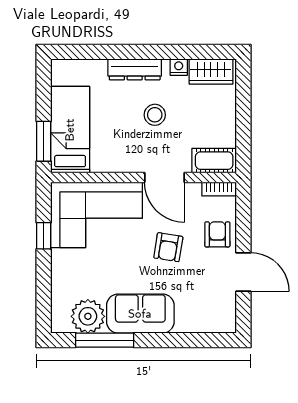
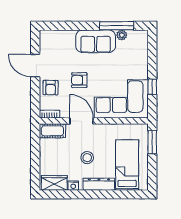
bed: (70, 130) -> (127, 165), moved, turned 180
armchair: (168, 247) -> (79, 80), turned -99
plant: (88, 316) -> (122, 35), width x0.53, depth x0.53

